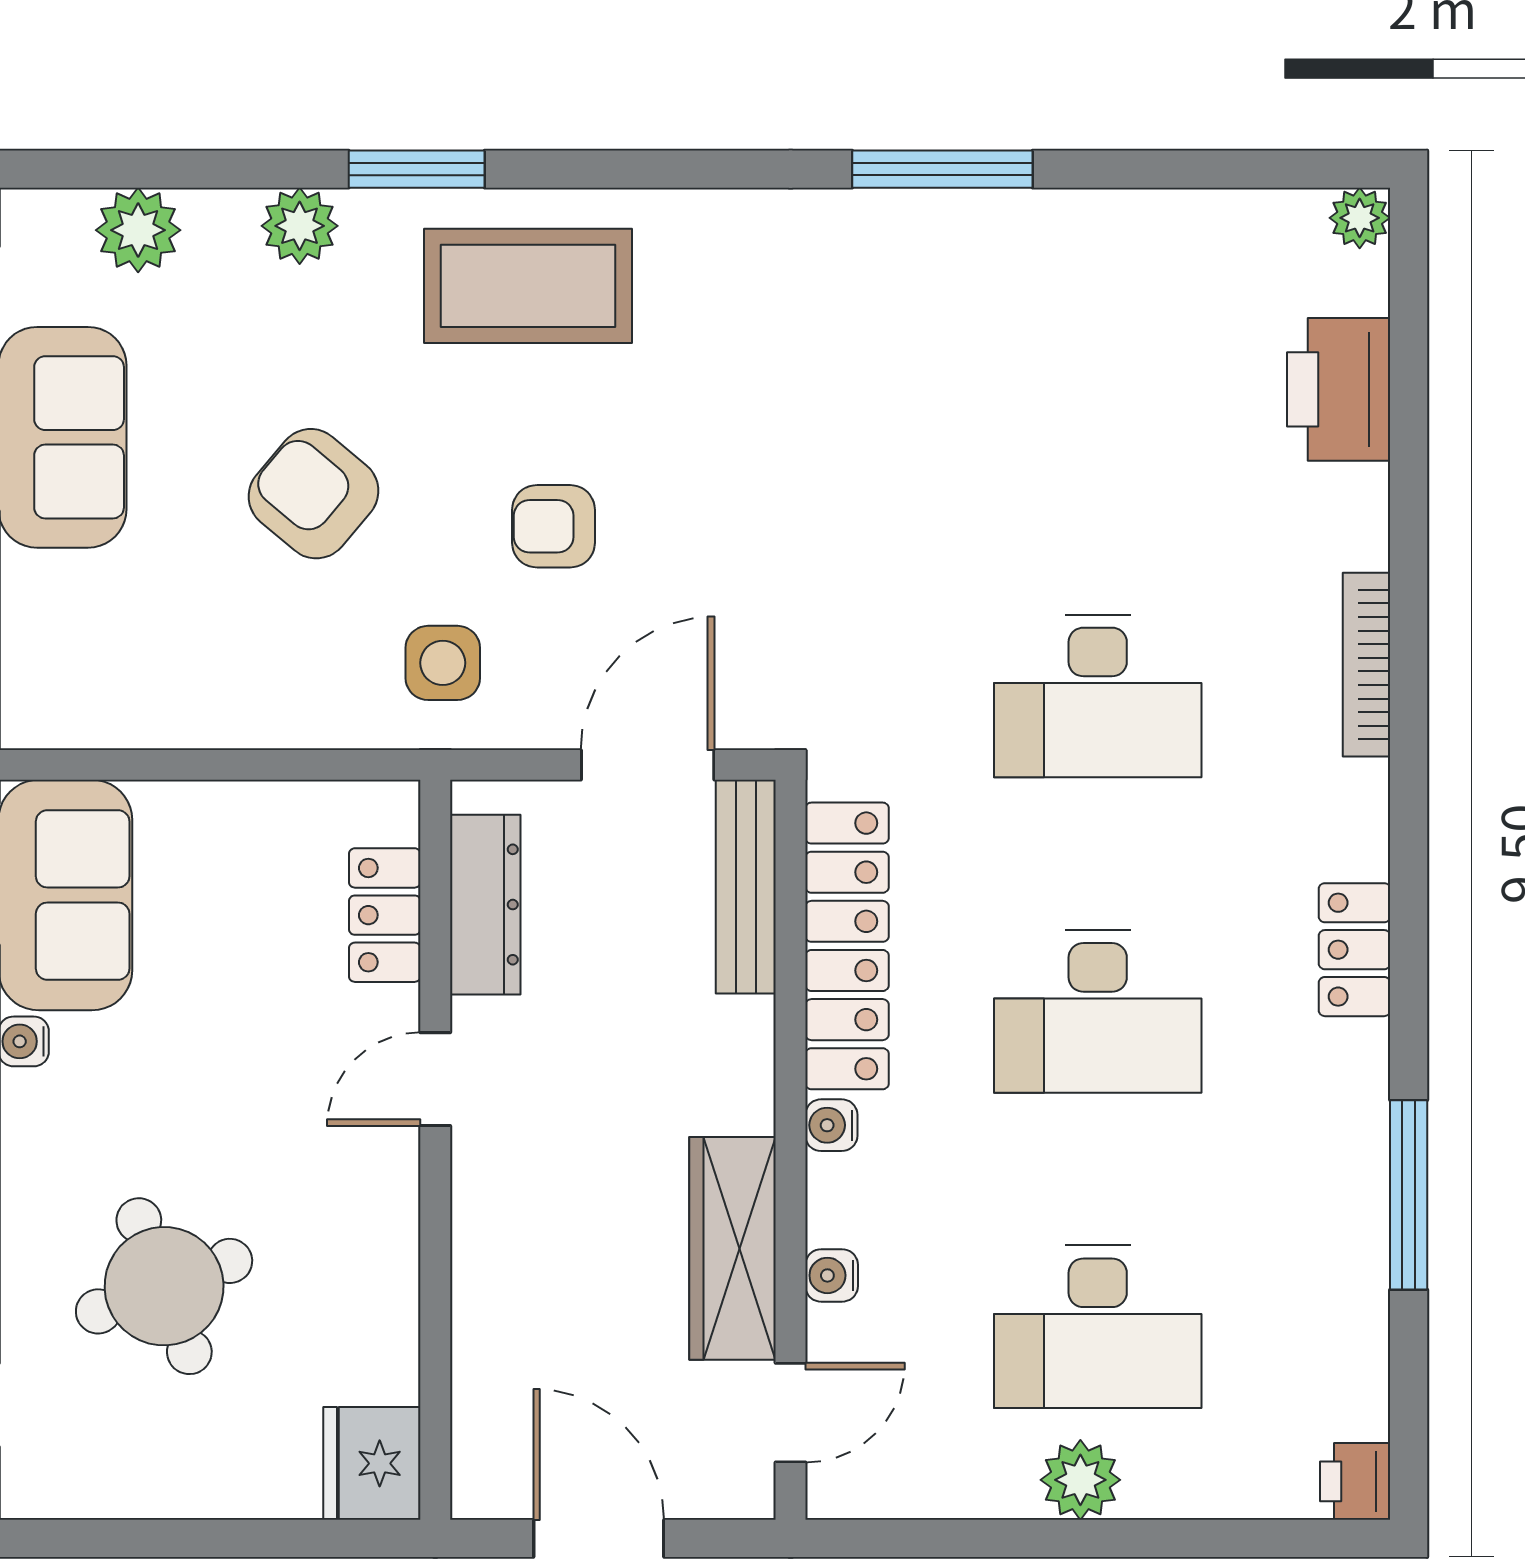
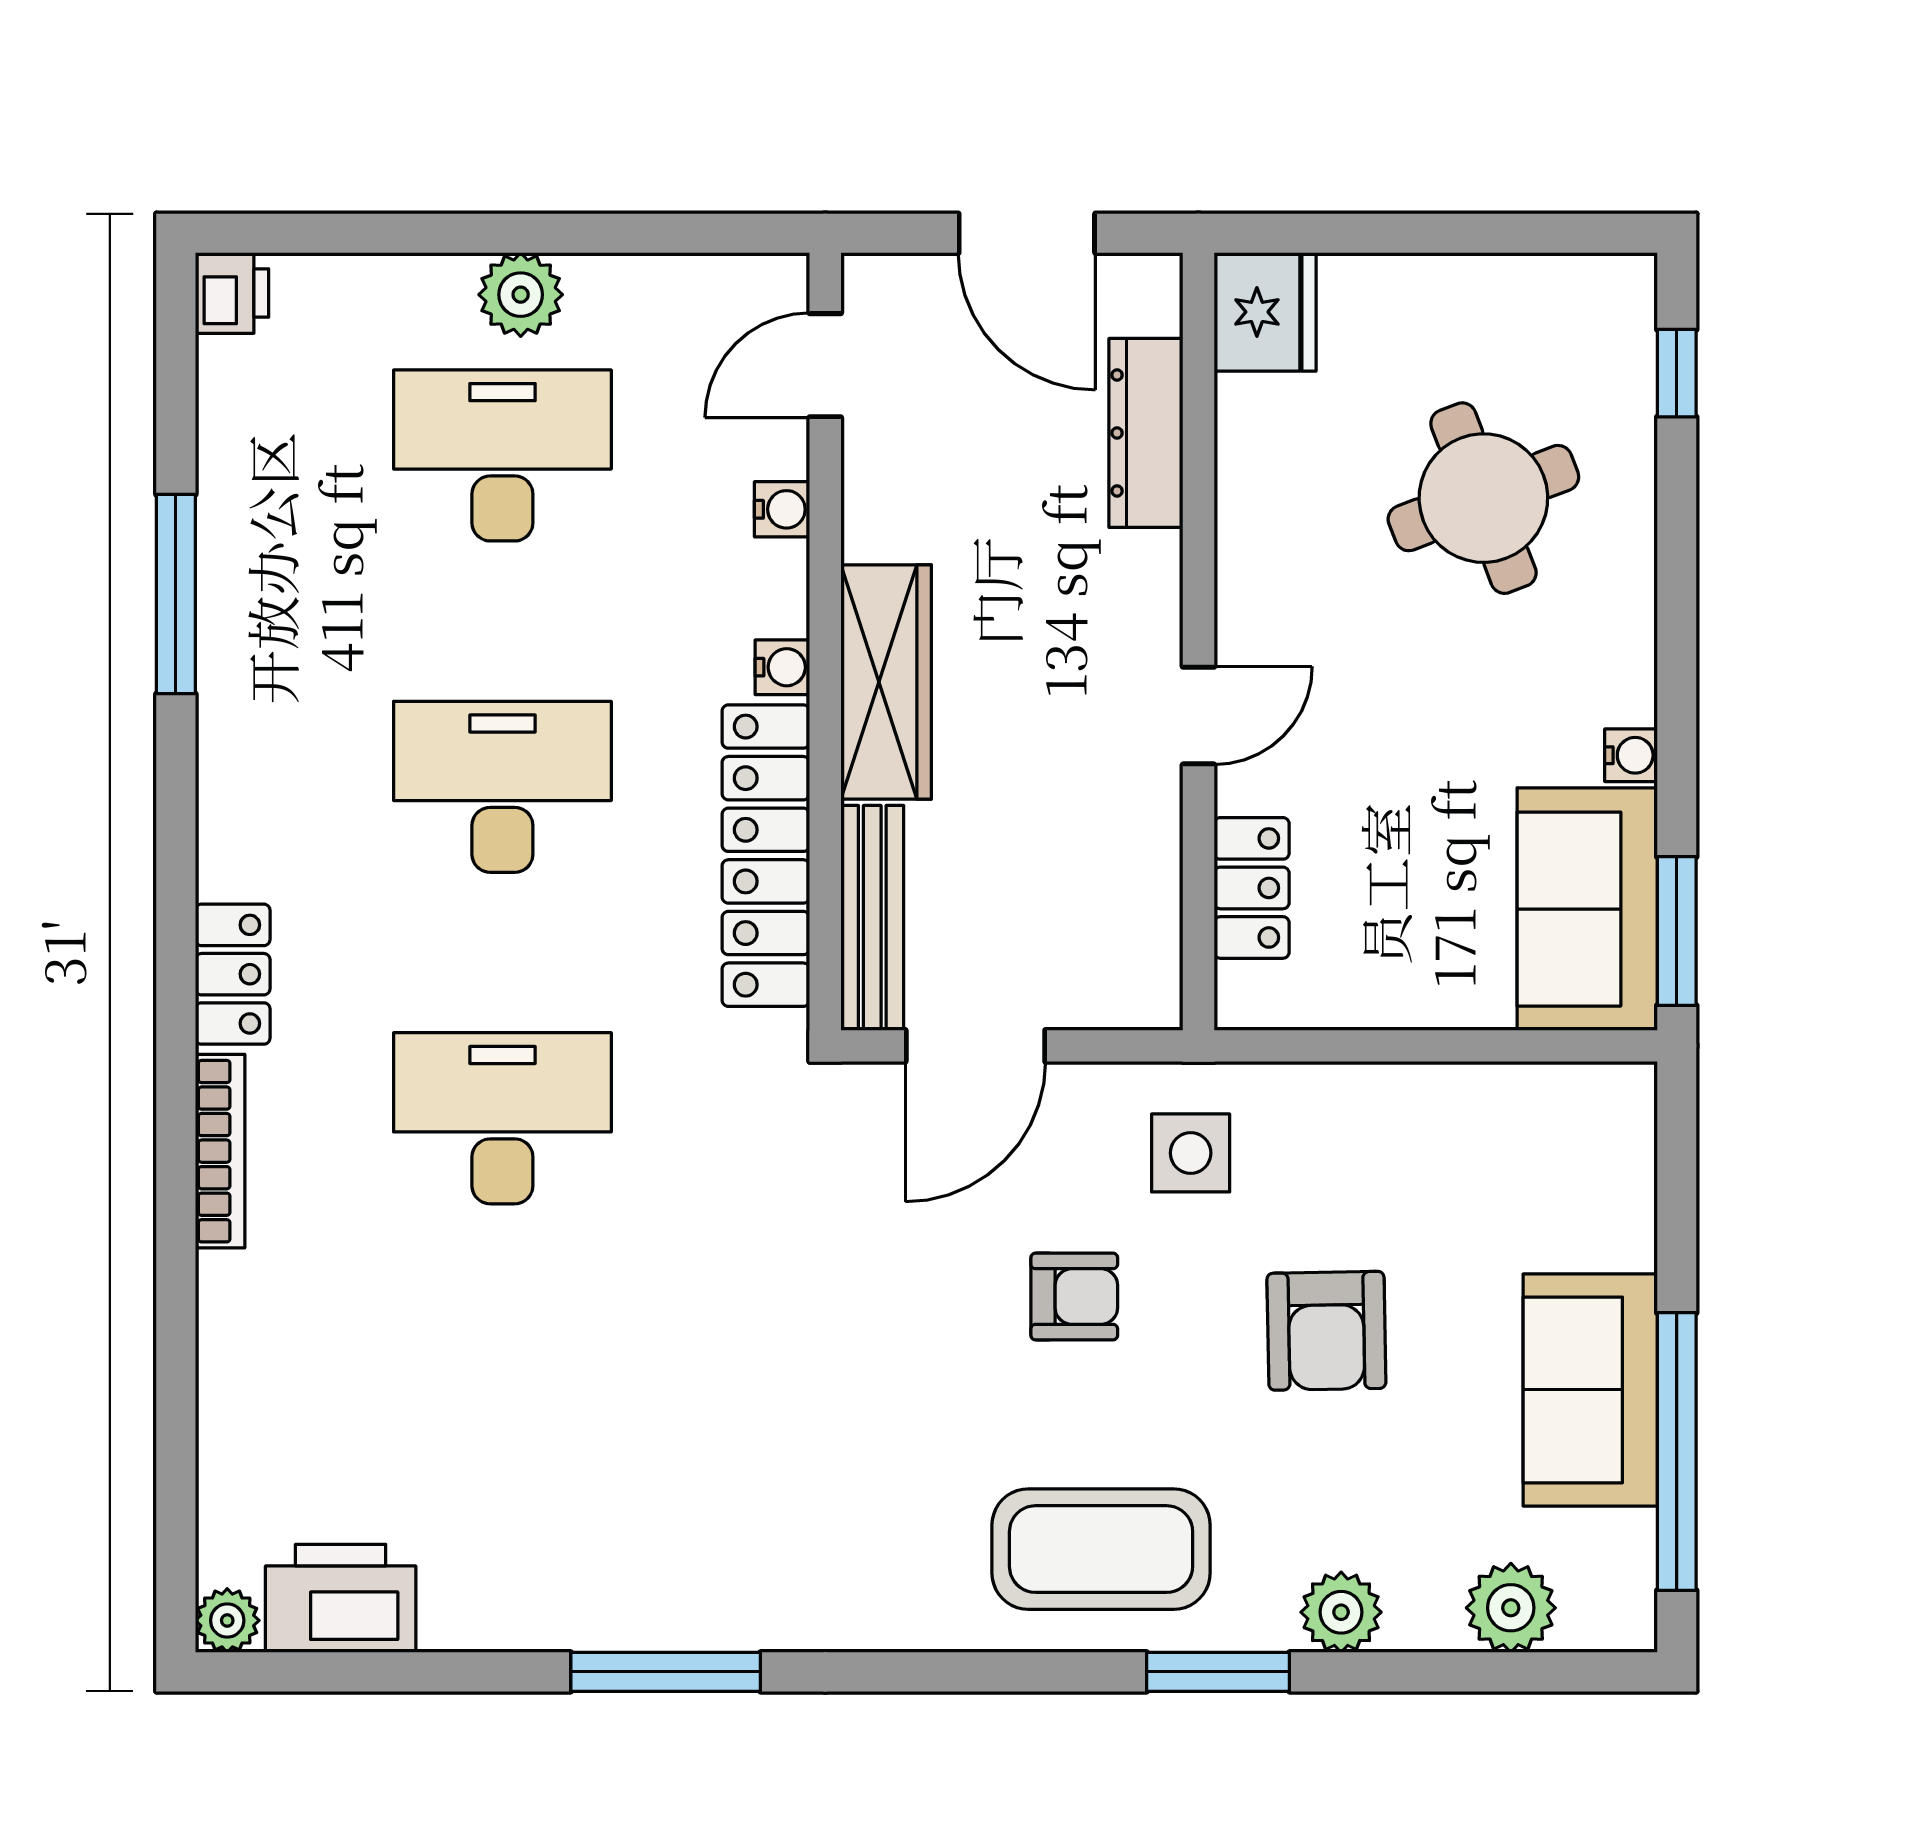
printer: (1339, 389) -> (341, 1598), moved, turned -90
armchair: (314, 494) -> (1326, 1331), turned 49
dresser: (485, 905) -> (1146, 433), moved
locker: (1354, 950) -> (233, 974), moved
wardrobe: (733, 1248) -> (886, 682), moved

